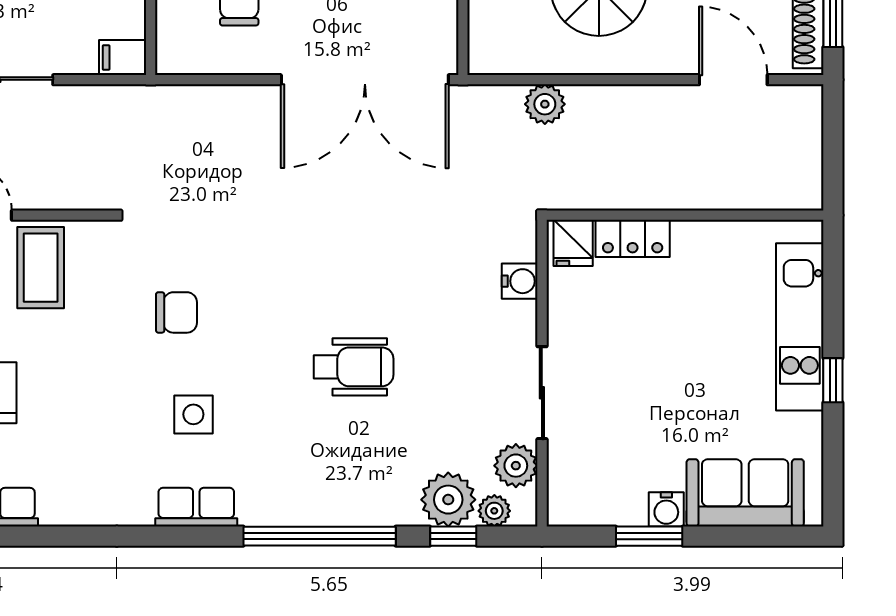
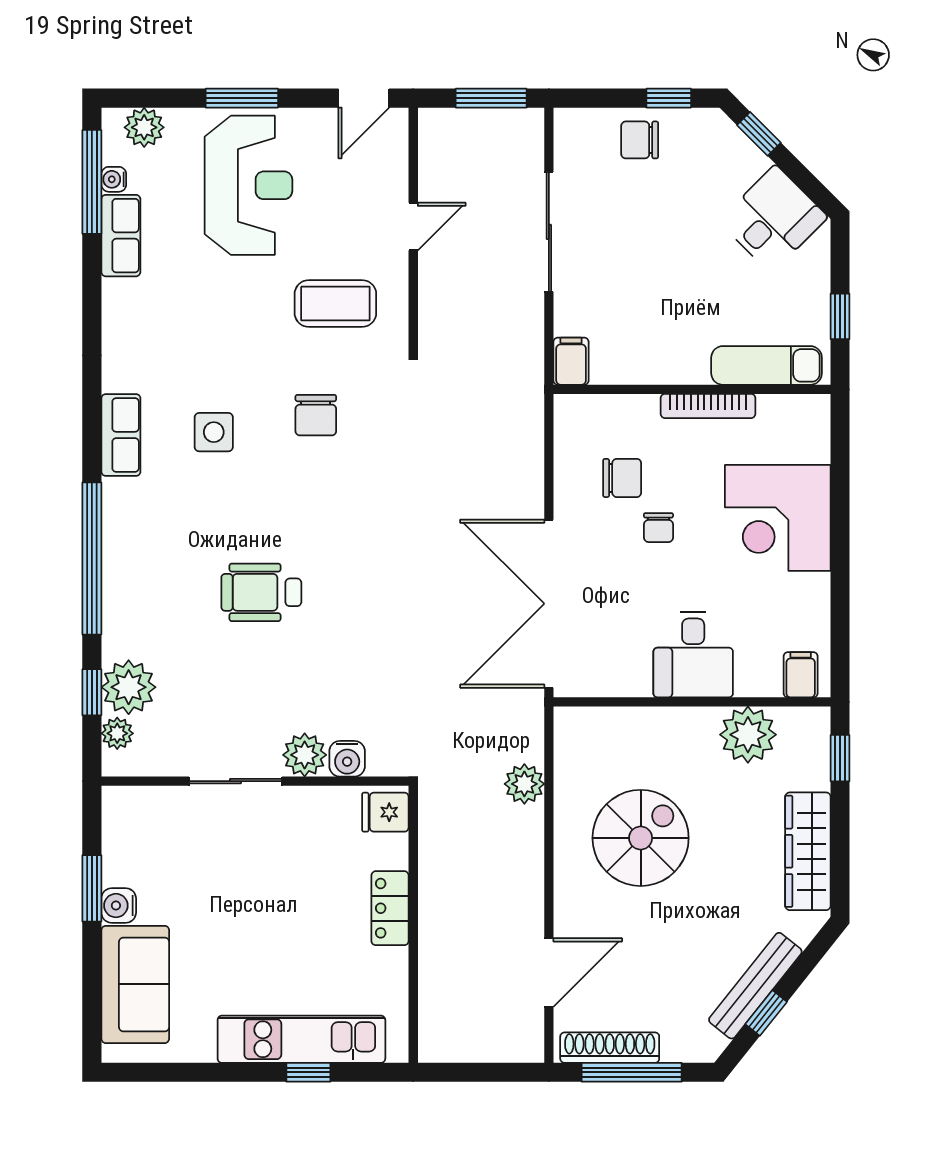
locker: (633, 238) -> (390, 908), moved
coffee table: (41, 268) -> (335, 304), moved
wheelchair: (353, 367) -> (261, 592), turned 90
window: (833, 380) -> (308, 1072), moved
plant: (516, 466) -> (305, 755), moved

